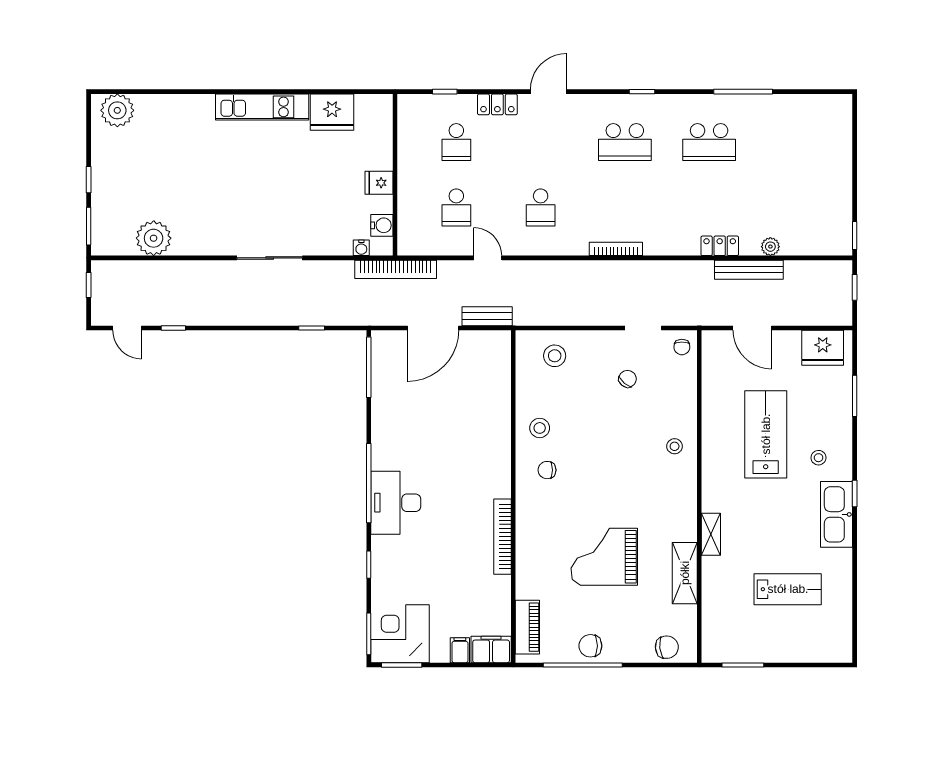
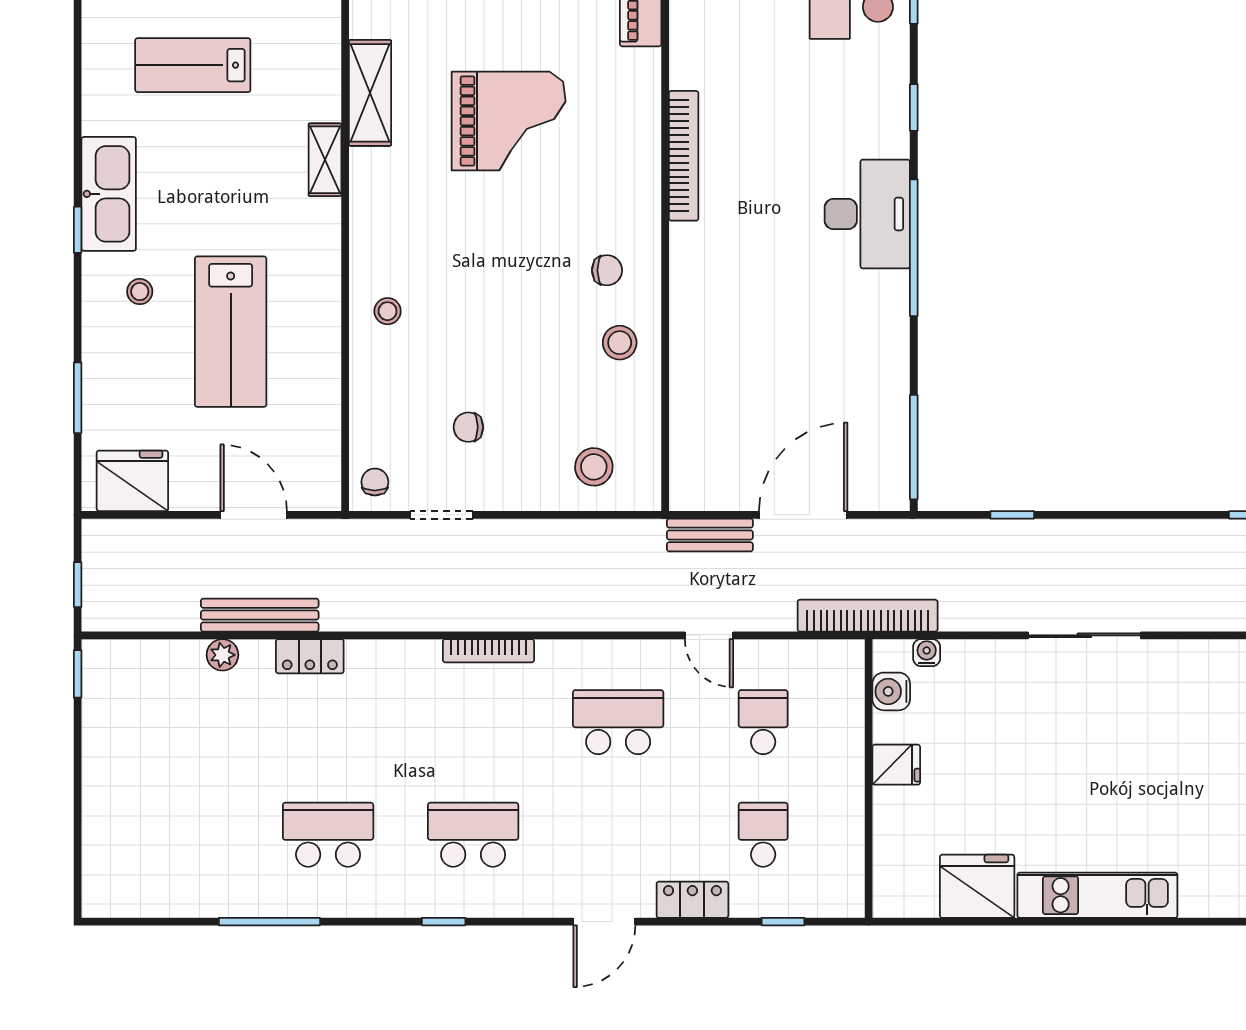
school desk: (541, 207) -> (618, 722), width x1.85
chair: (628, 379) -> (468, 427), turned 50

